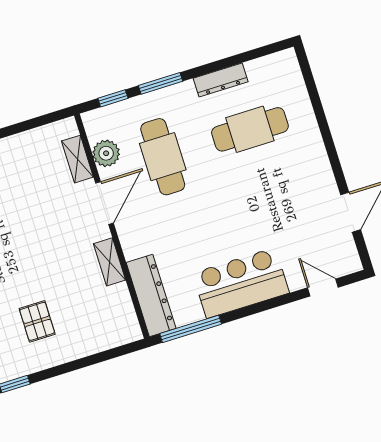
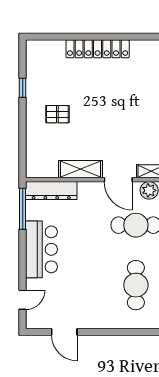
shelving: (110, 262) -> (80, 169), width x1.50, depth x1.33

